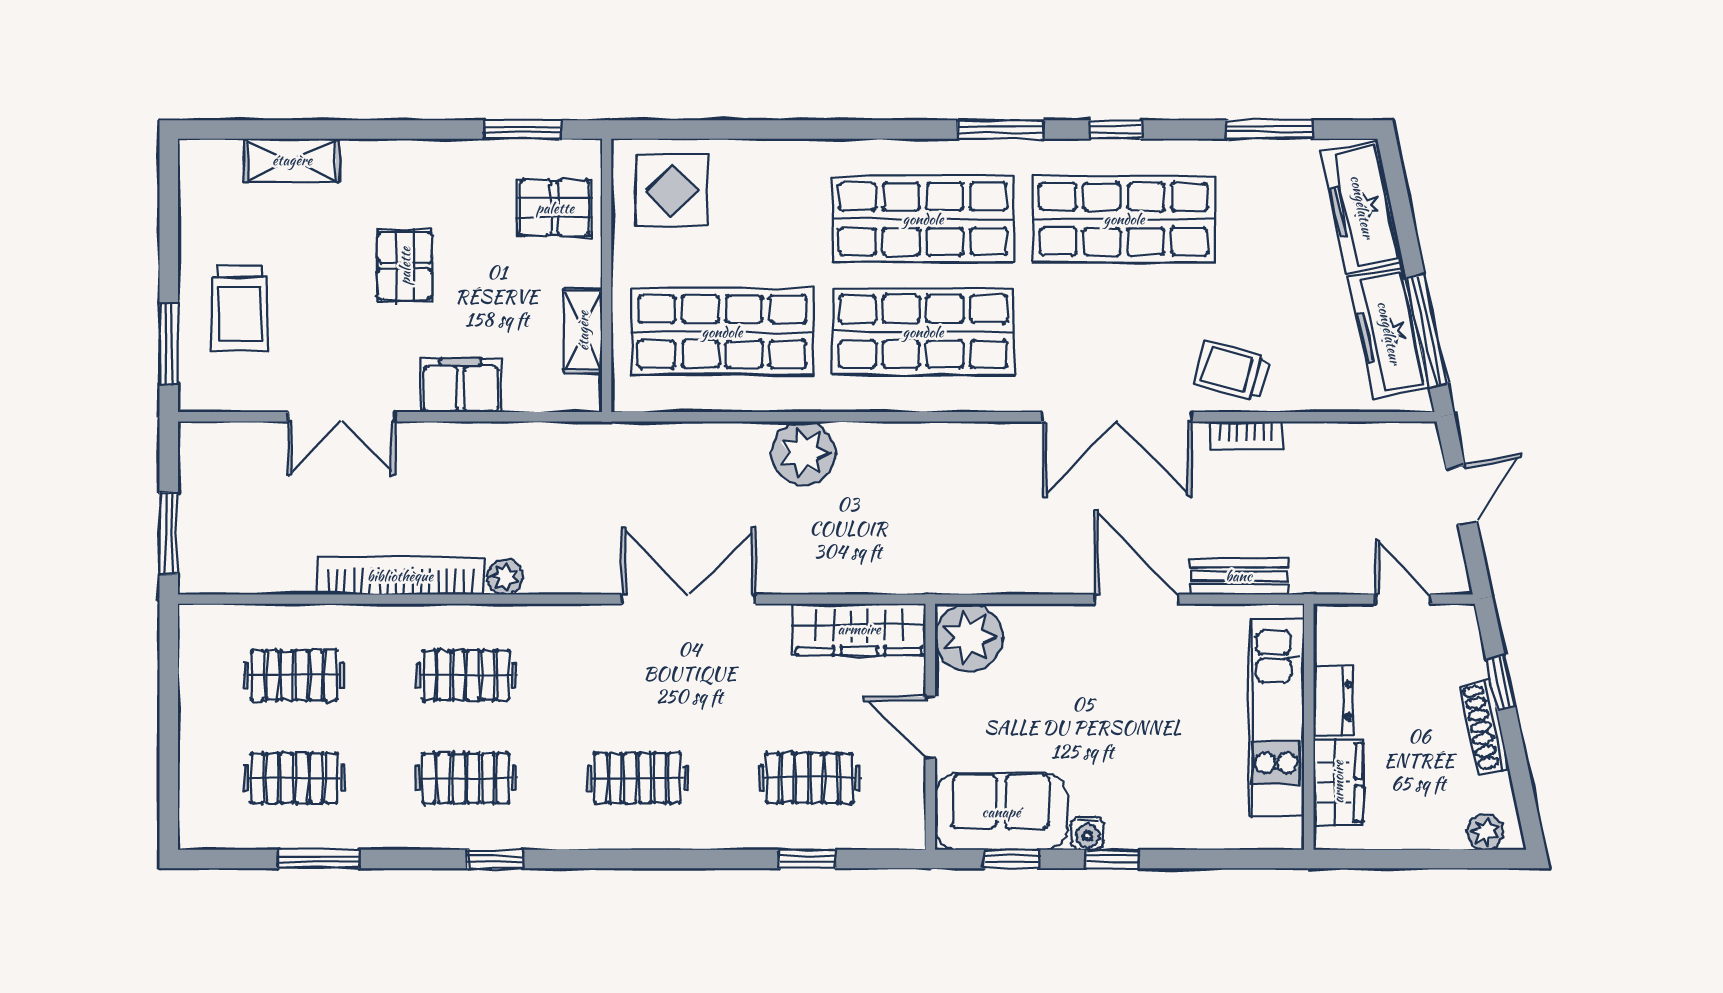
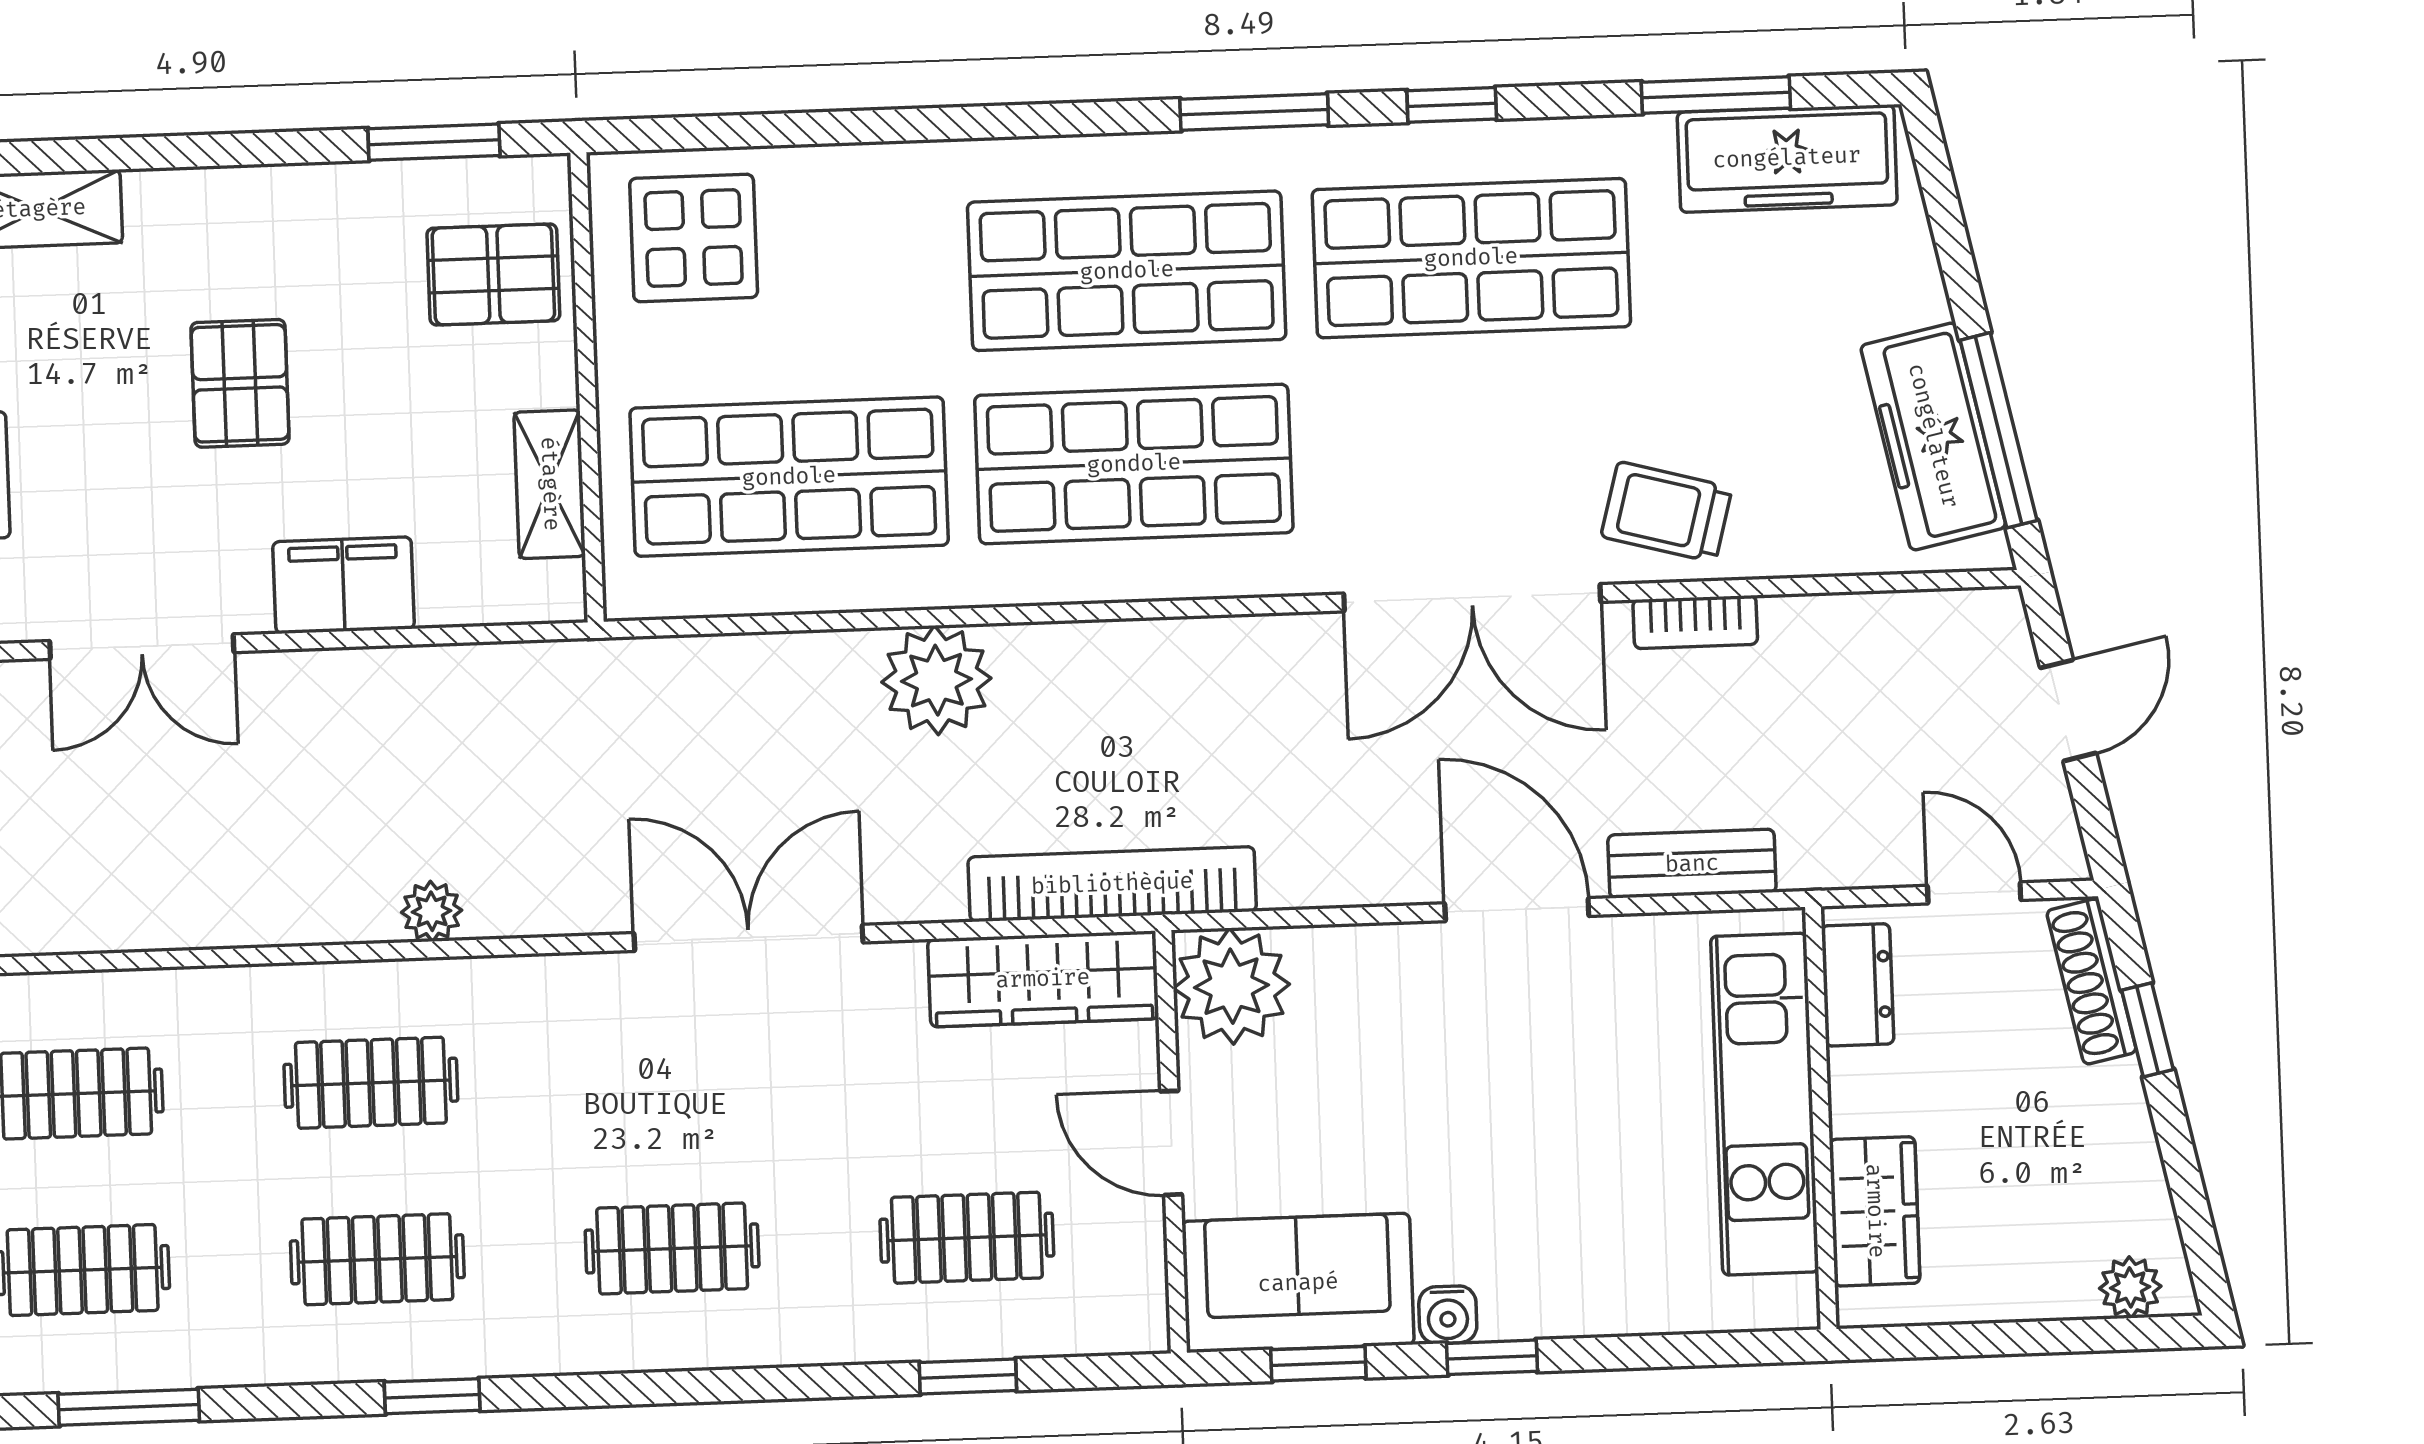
freezer: (1362, 207) -> (1787, 158), moved, turned -78
bookcase: (400, 576) -> (1112, 884), moved
dresser: (1333, 701) -> (1858, 985), moved
shoe rack: (1485, 726) -> (2091, 981), moved

